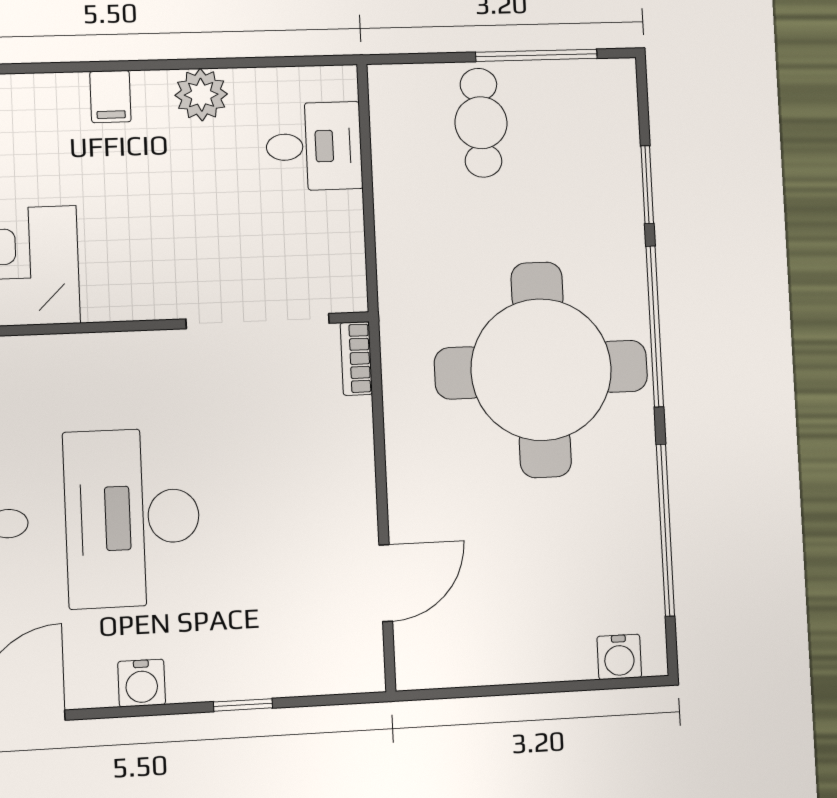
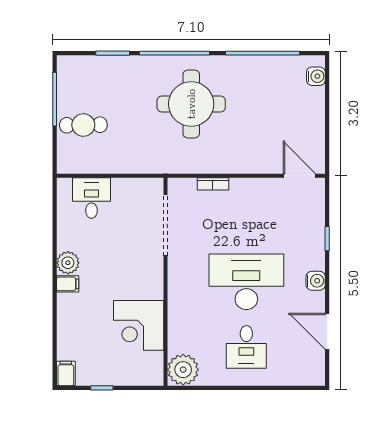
plant: (201, 95) -> (68, 263), moved
bookcase: (356, 358) -> (213, 184), moved
round table: (541, 370) -> (191, 104), width x0.73, depth x0.73
desk: (132, 518) -> (246, 282), turned 180
door: (386, 583) -> (299, 176), moved

